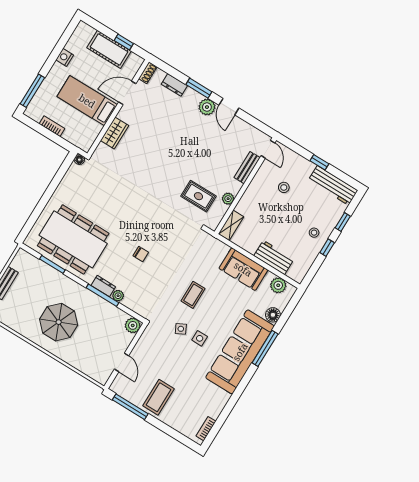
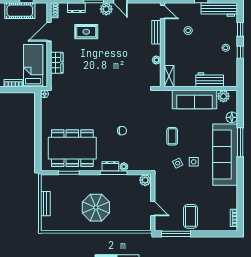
bed: (87, 101) -> (33, 66), moved, turned 90
rug: (198, 196) -> (86, 32), moved
sofa: (243, 269) -> (195, 100), width x1.36

